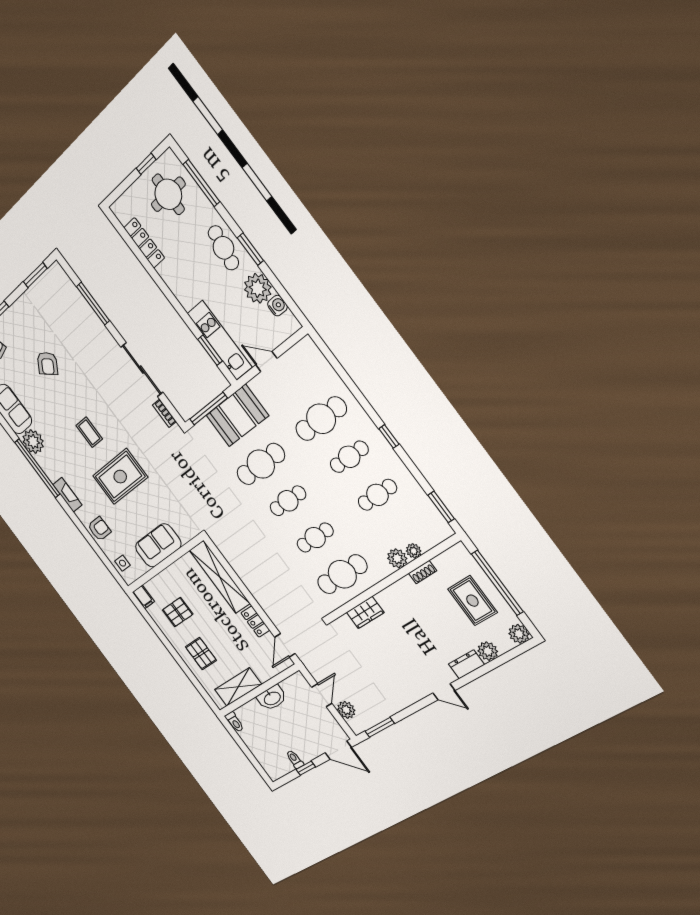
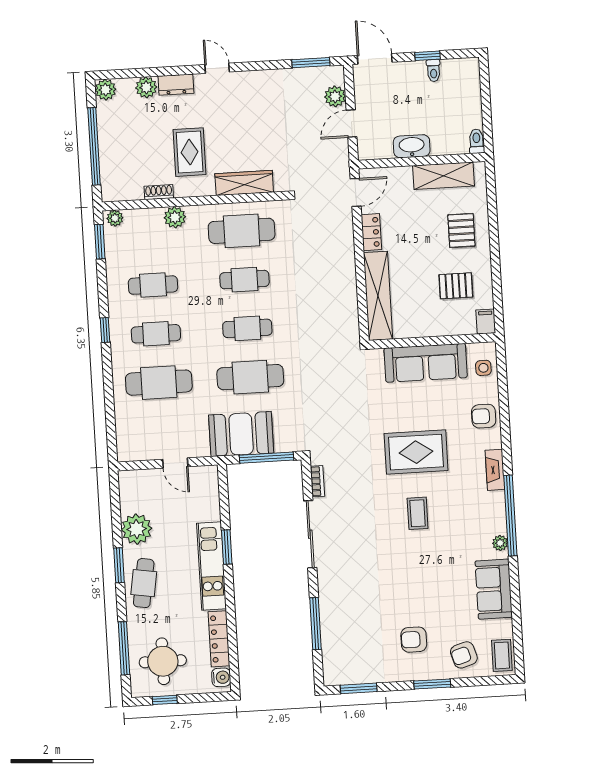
water cooler: (277, 306) -> (221, 677), moved, turned 180
kitchen unit: (220, 340) -> (211, 566), moved
window: (210, 350) -> (227, 547), moved
armchair: (47, 364) -> (414, 640), moved, turned -127
plant: (33, 442) -> (500, 543), width x0.53, depth x0.53
sofa: (158, 545) -> (426, 363), width x1.36
plant: (414, 551) -> (115, 218), moved
rug: (472, 601) -> (190, 152), moved
wardrobe: (365, 612) -> (244, 183), width x1.50

